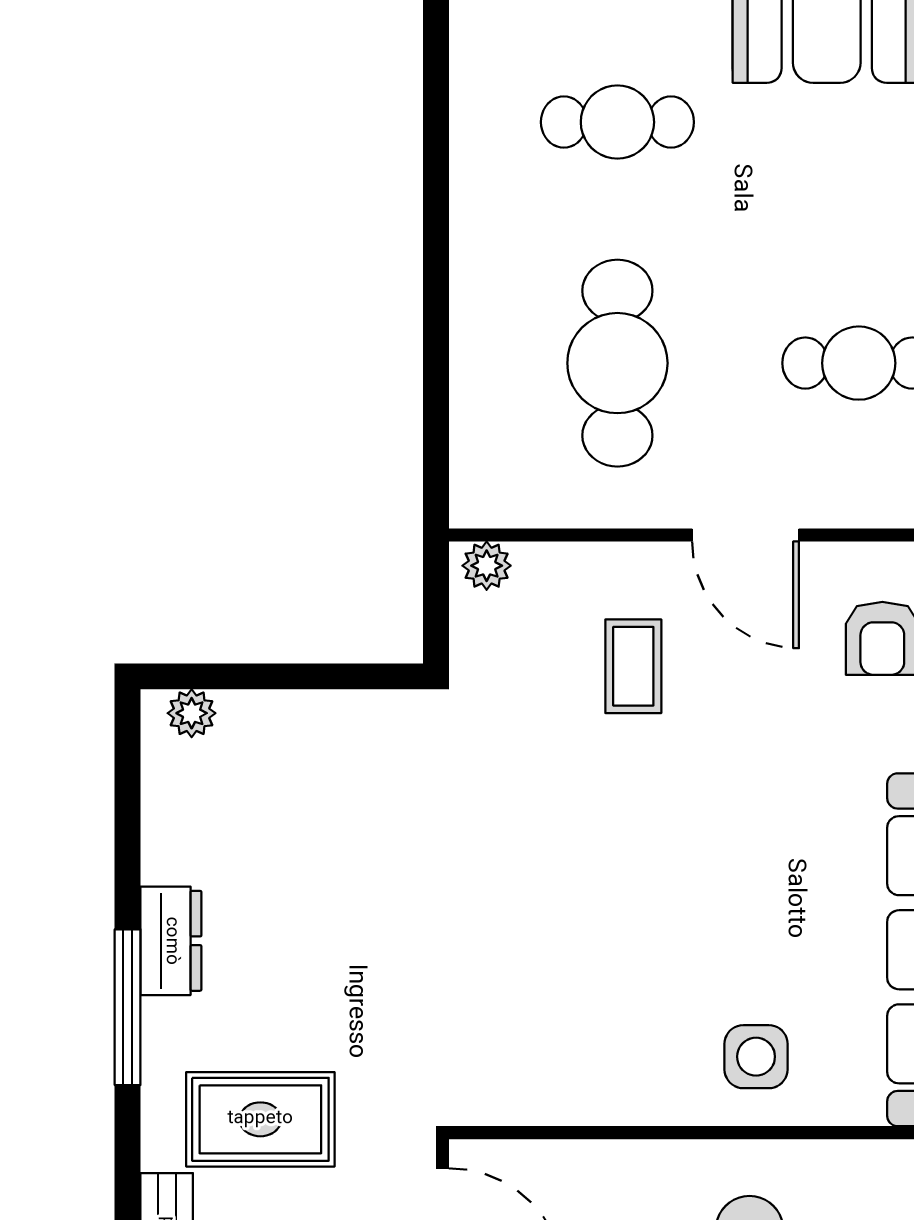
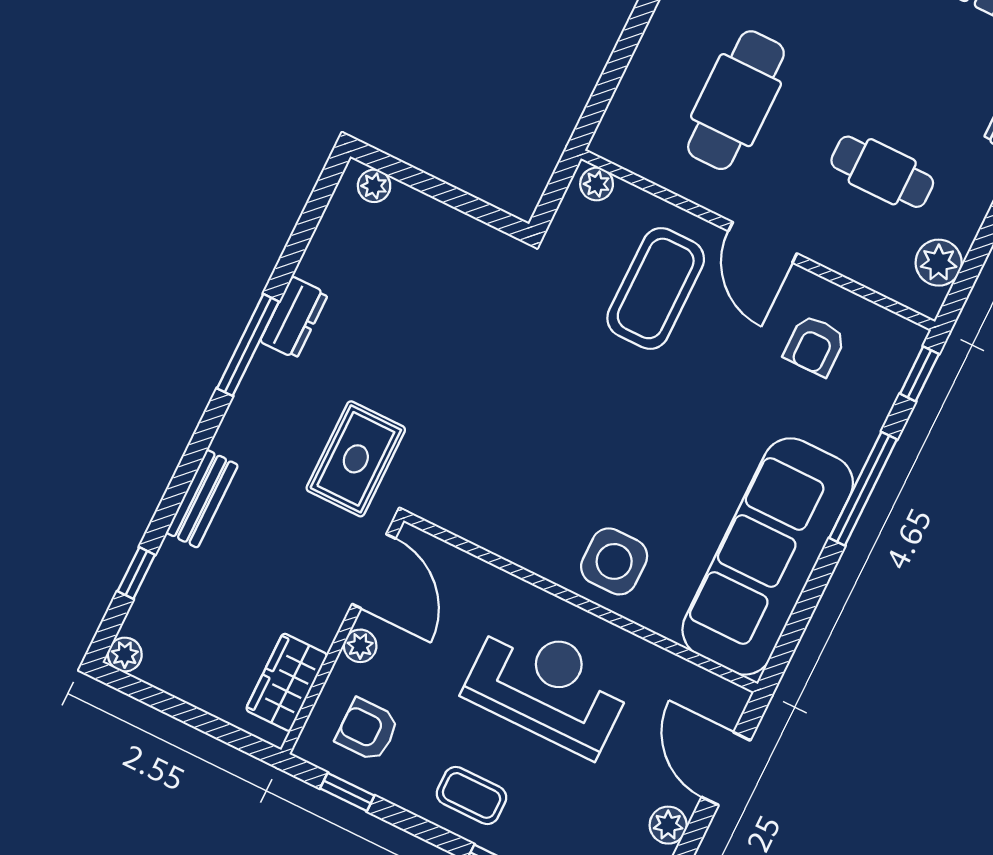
coffee table: (633, 666) -> (656, 288), width x1.86, depth x1.72
side table: (756, 1057) -> (614, 561), width x1.37, depth x1.37
rug: (260, 1119) -> (356, 459), moved, turned 90

